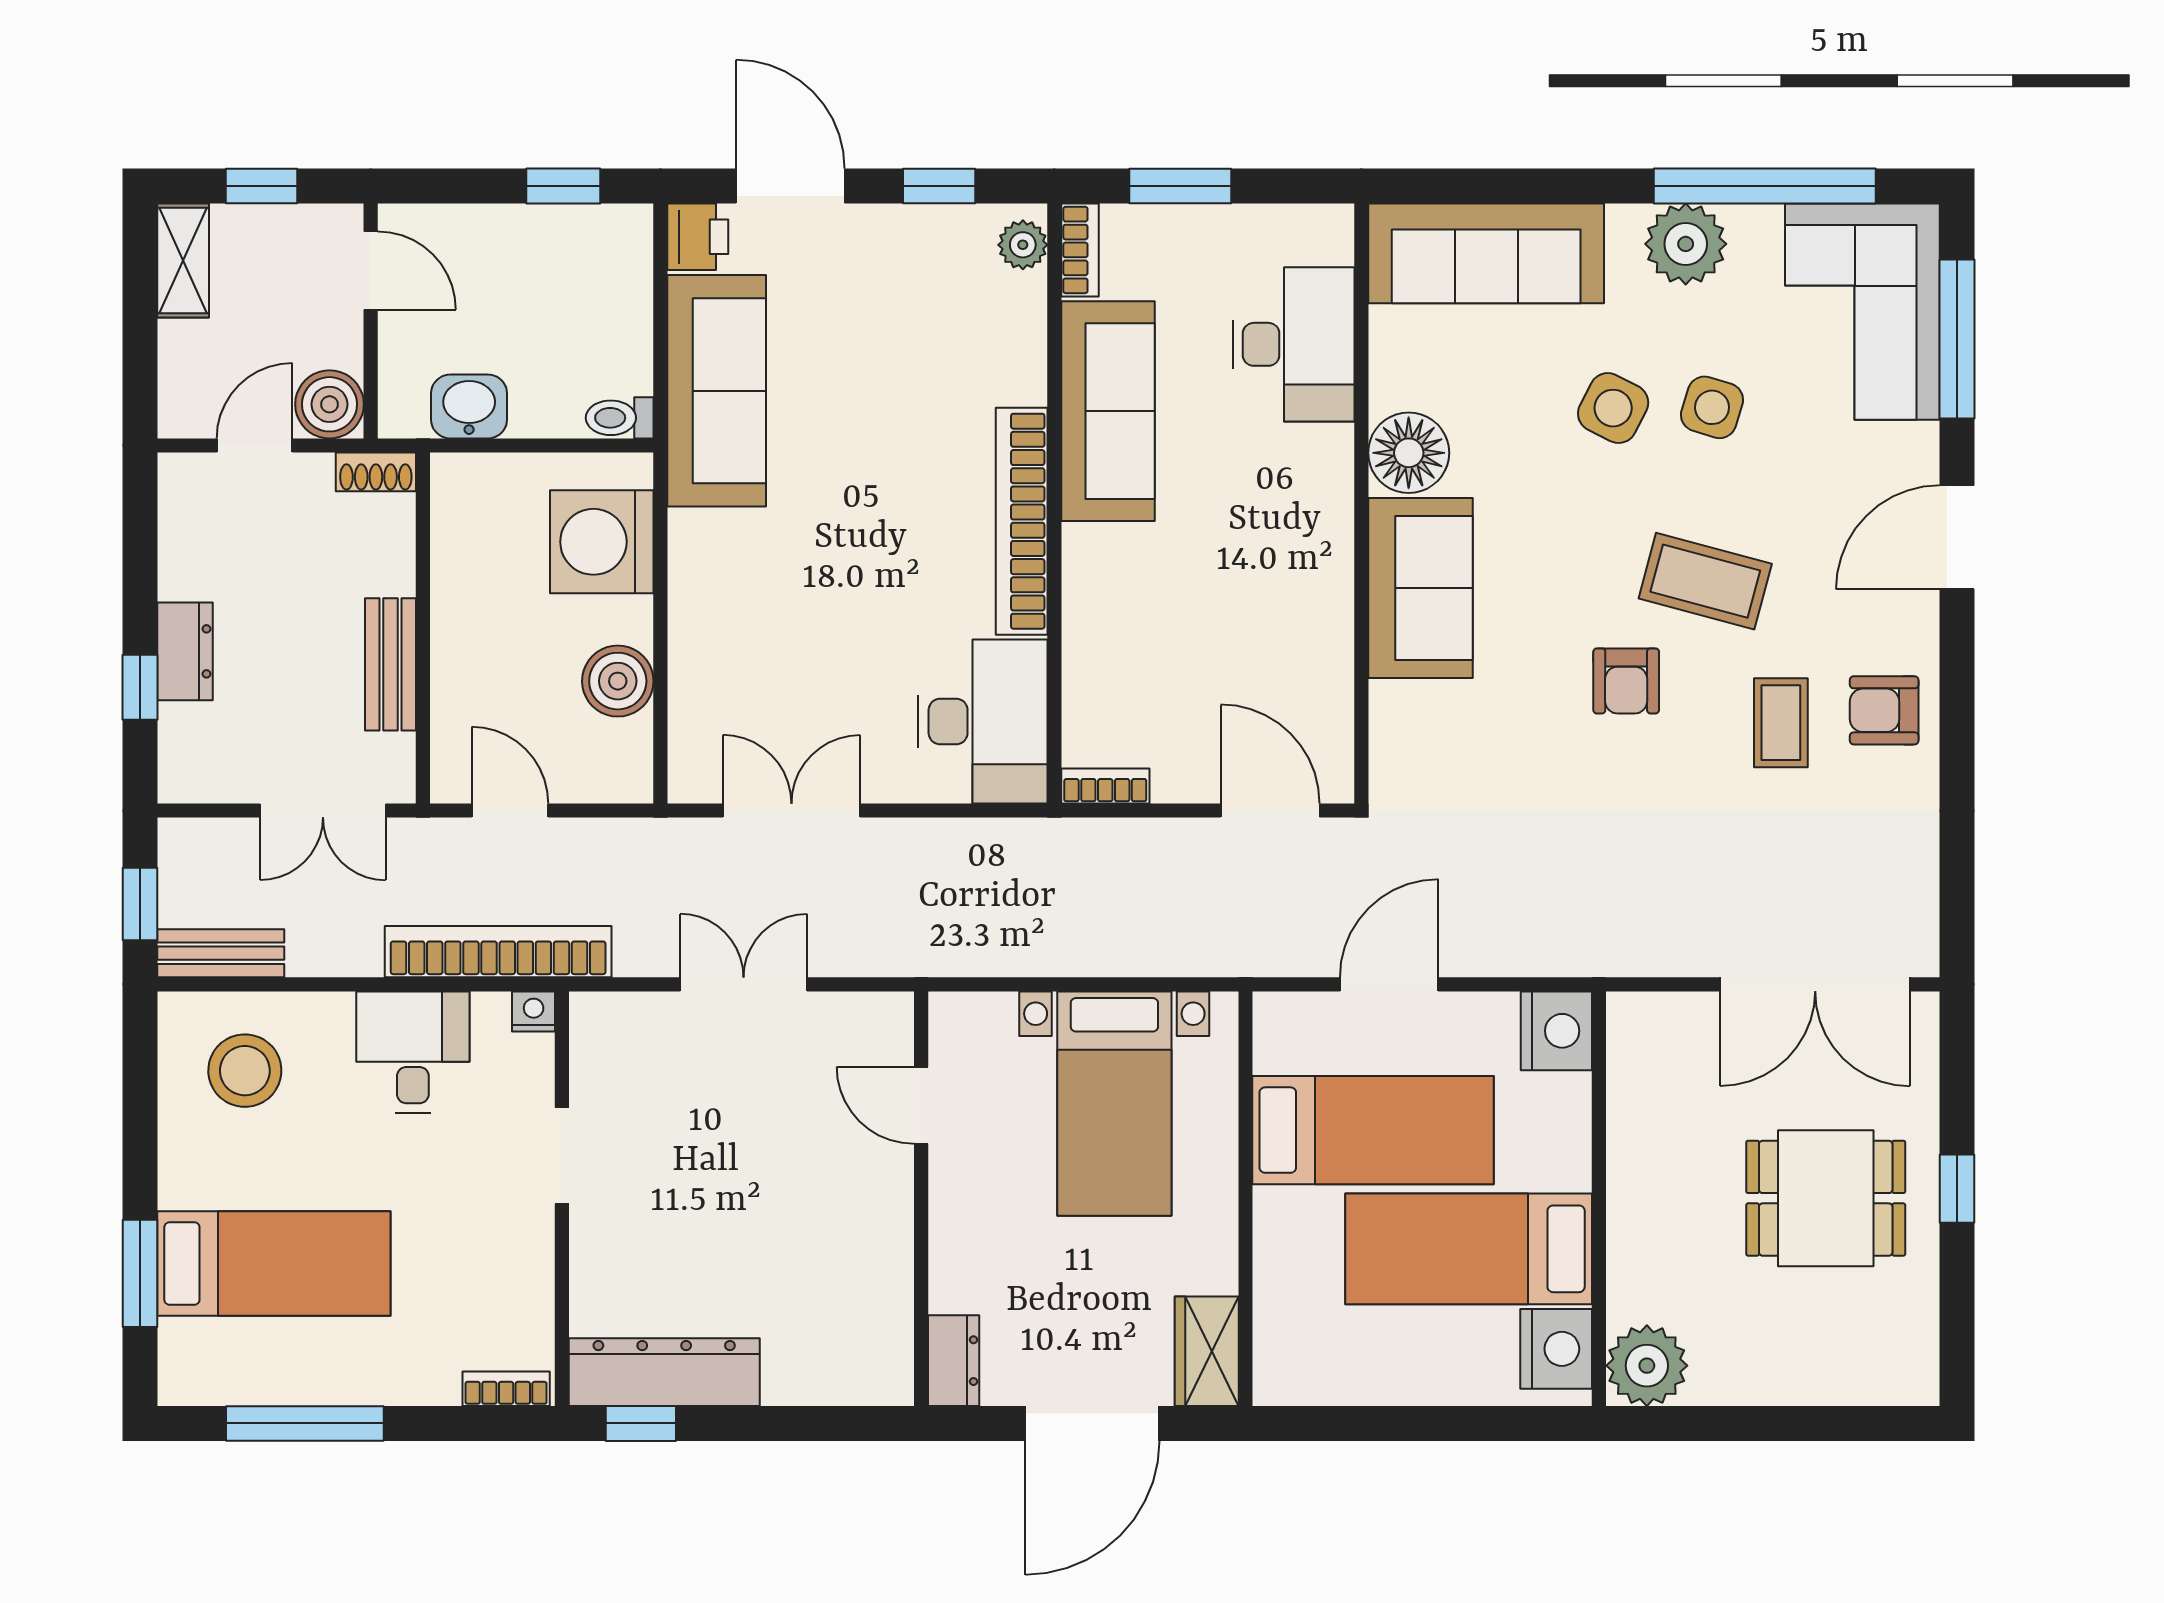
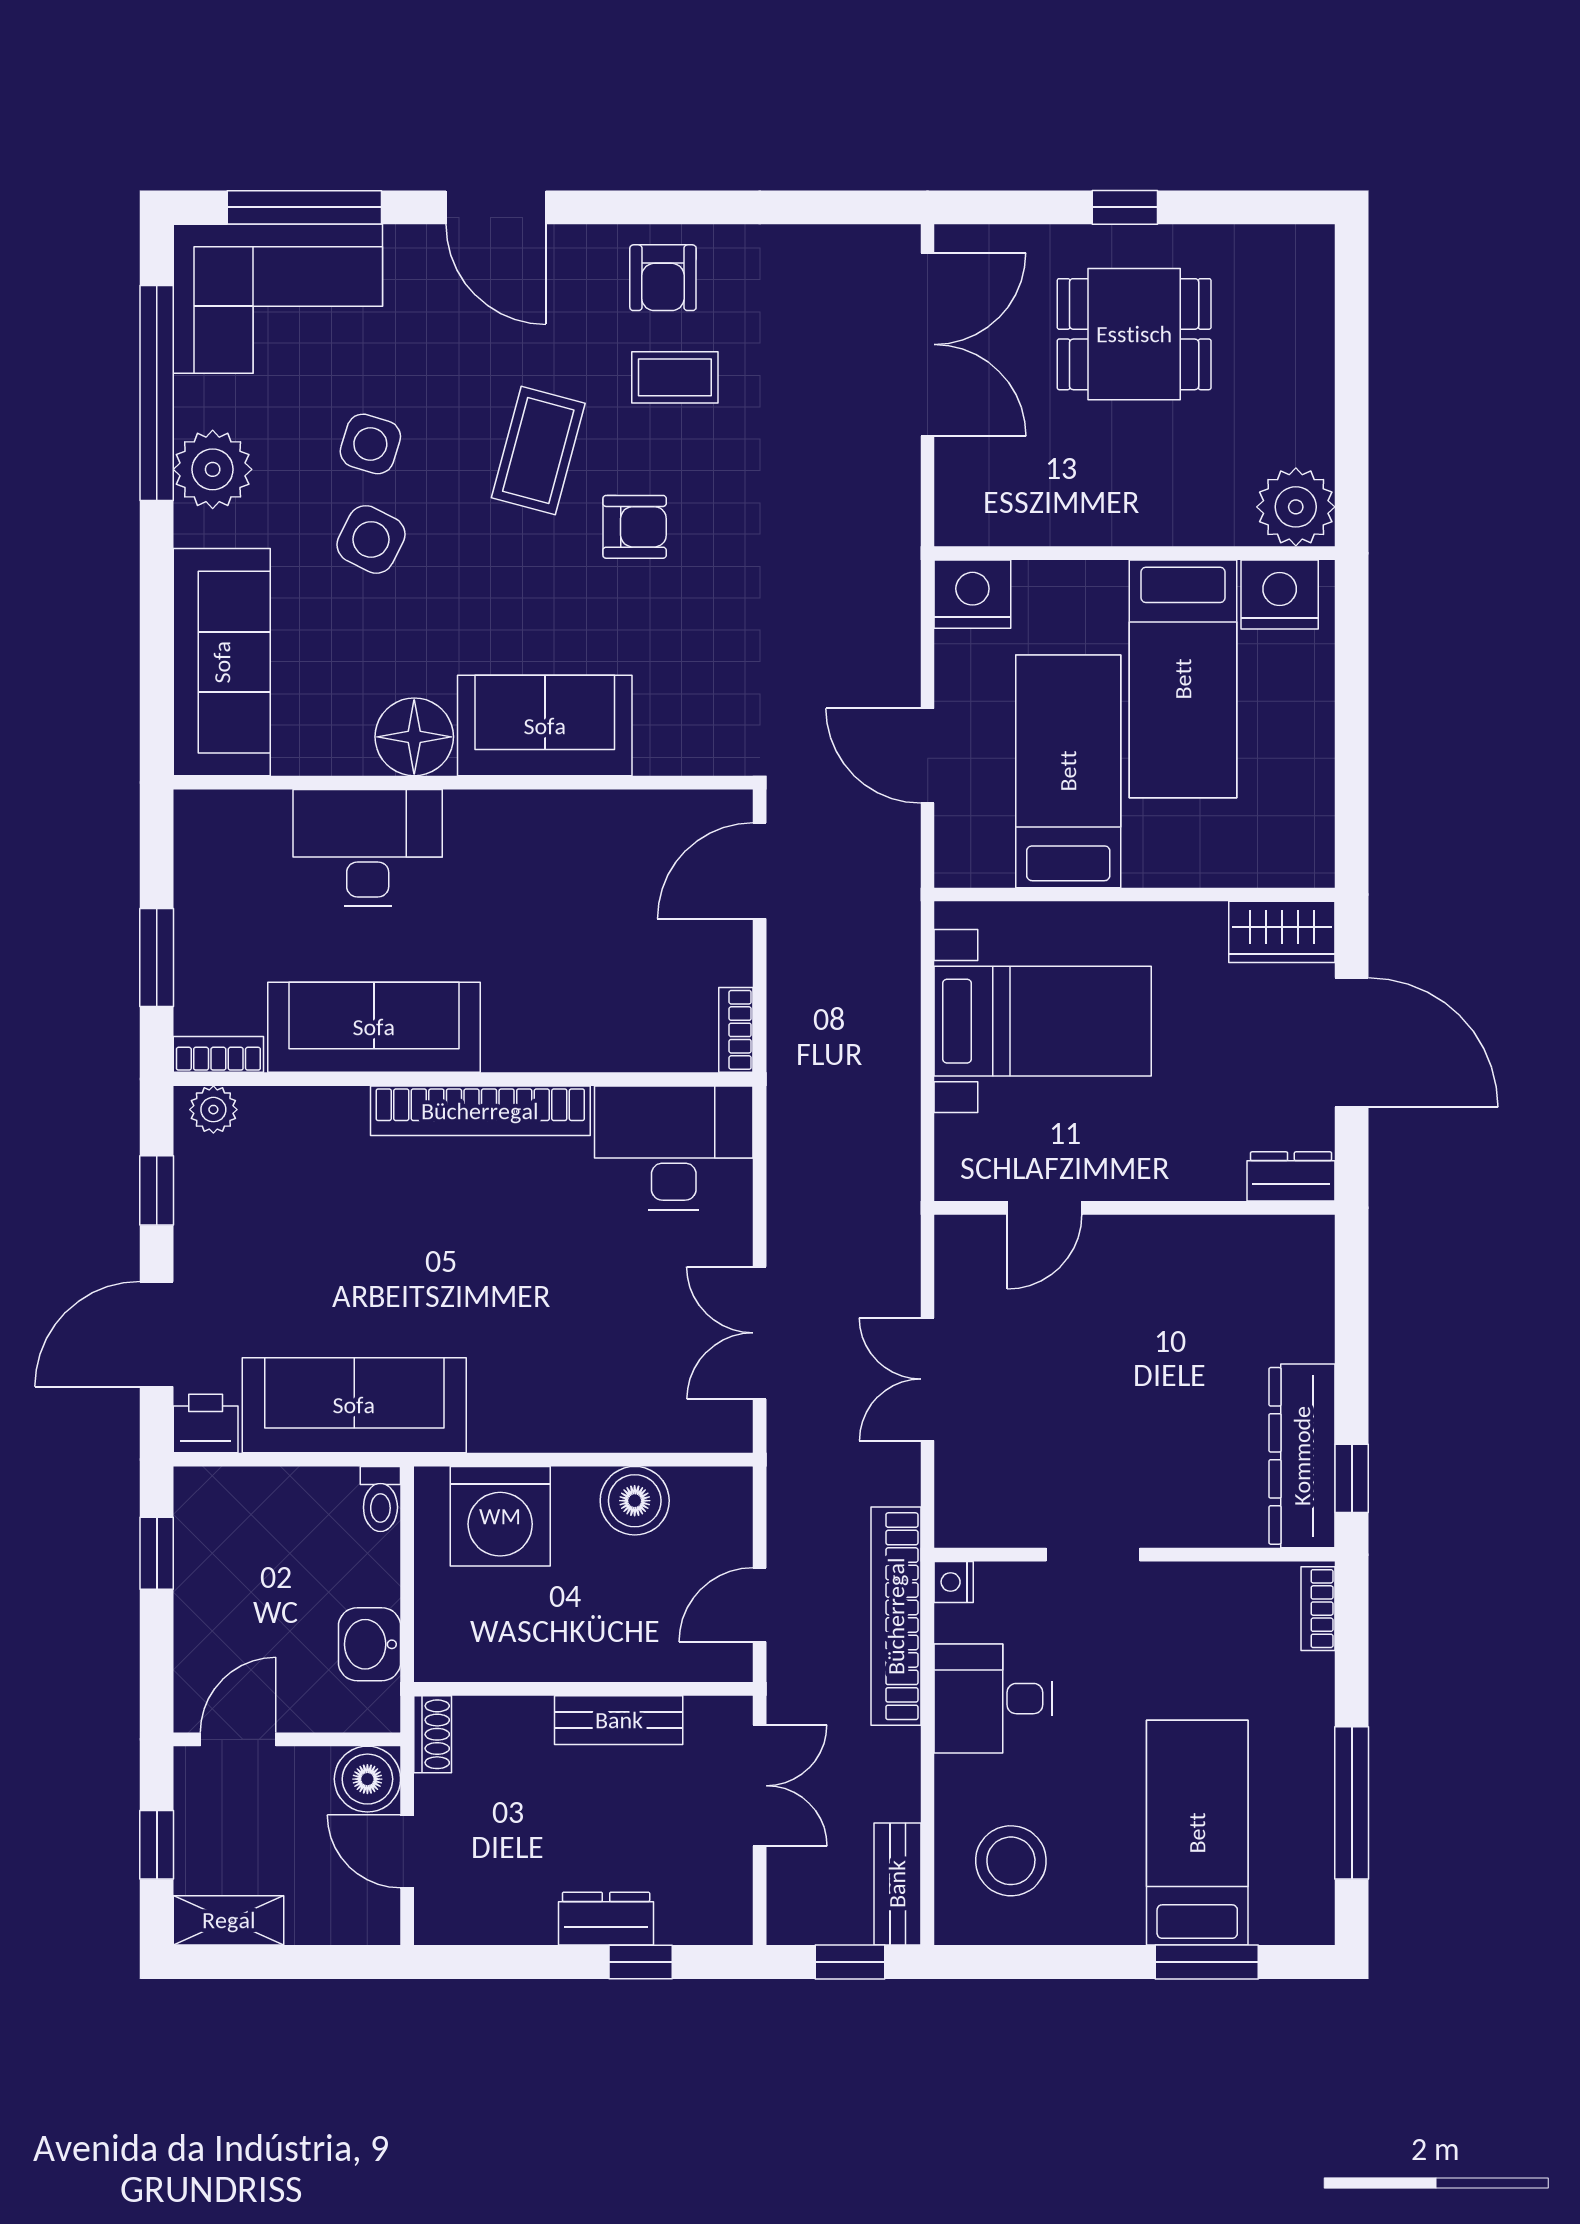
desk: (1294, 344) -> (368, 848), moved
dining table: (1826, 1198) -> (1134, 334), turned 90

